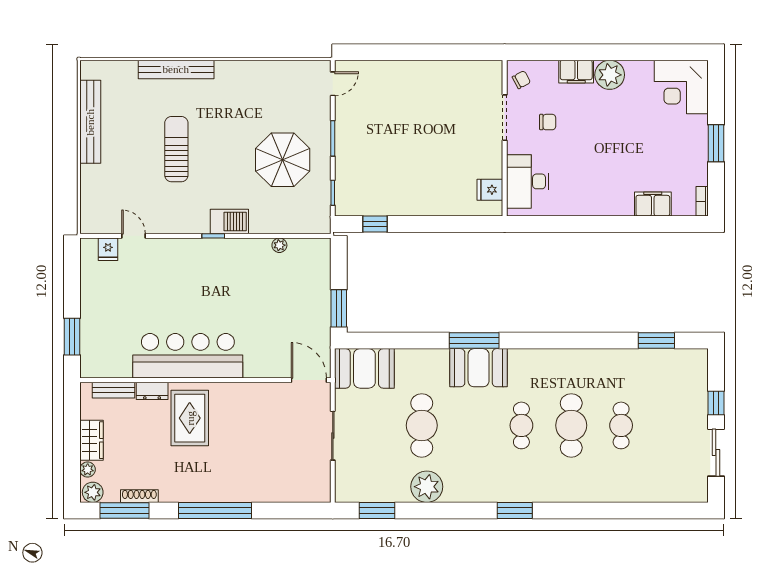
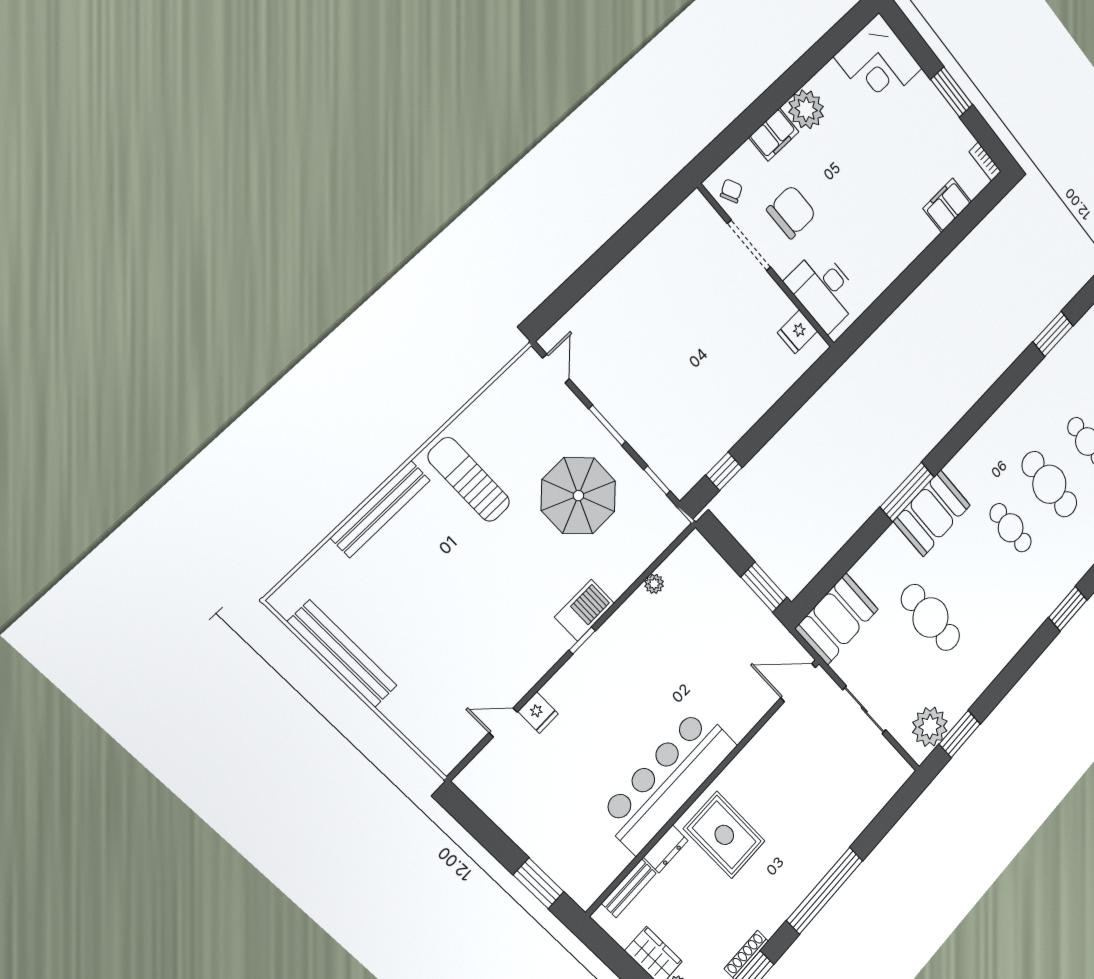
chair: (548, 122) -> (791, 212), width x1.87, depth x1.87
sun lounger: (176, 149) -> (469, 480), moved
fridge: (108, 249) -> (538, 713), moved
plant: (427, 487) -> (930, 727), moved

